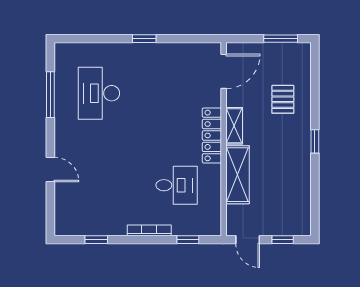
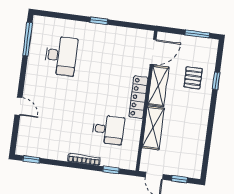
desk: (99, 93) -> (61, 56), turned 180
window: (50, 95) -> (27, 39), moved
shelving: (234, 126) -> (158, 86), width x1.50, depth x1.33
window: (315, 141) -> (216, 81), moved
window: (96, 240) -> (31, 159), moved

